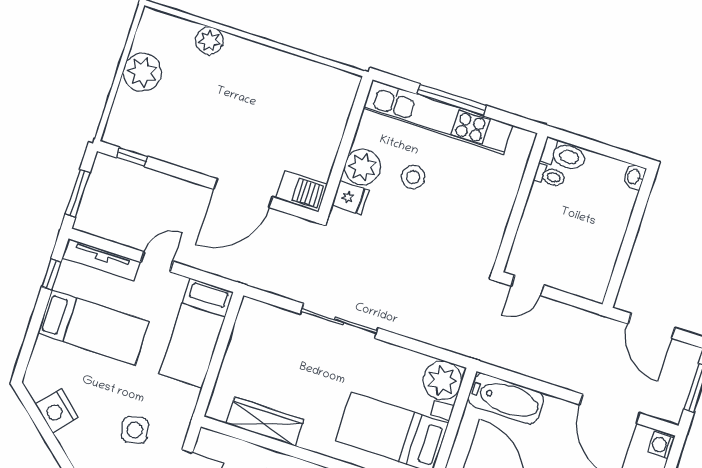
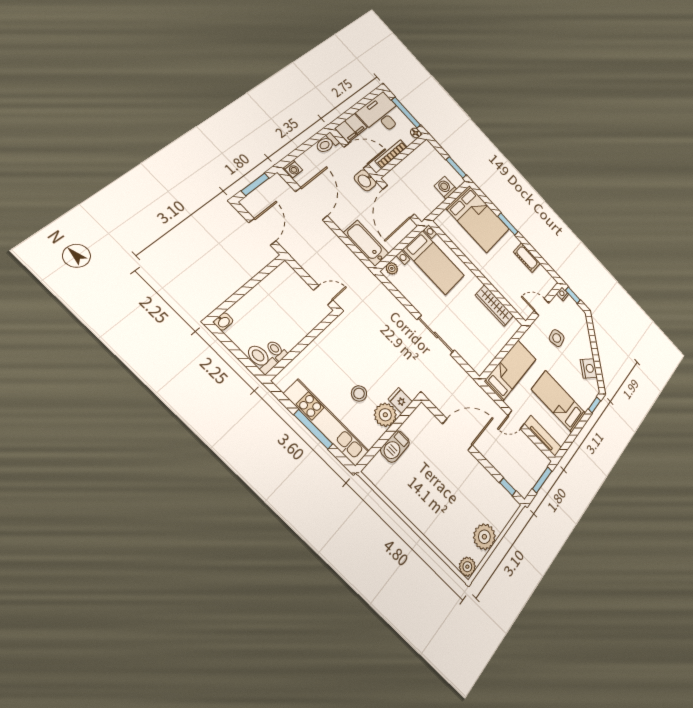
plant: (209, 41) -> (467, 567), moved
barbecue: (302, 191) -> (395, 446), moved, turned -90
window: (51, 274) -> (594, 405), moved
plant: (442, 381) -> (392, 268), width x0.53, depth x0.53

